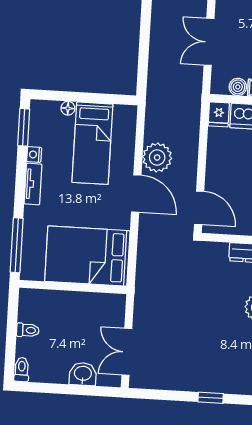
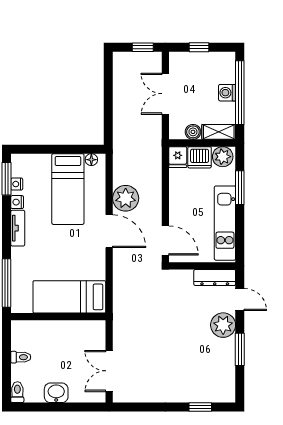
floor lamp: (68, 108) -> (91, 160), moved
nightstand: (35, 134) -> (17, 184), added
bed: (87, 256) -> (69, 297), width x0.67
washbasin: (83, 374) -> (56, 393), moved
window: (211, 398) -> (200, 407), moved

